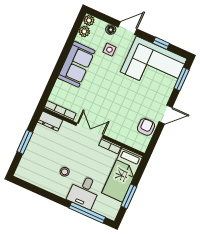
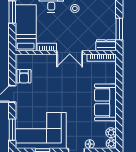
side table: (109, 50) -> (83, 127), removed
window: (25, 142) -> (119, 29), moved

